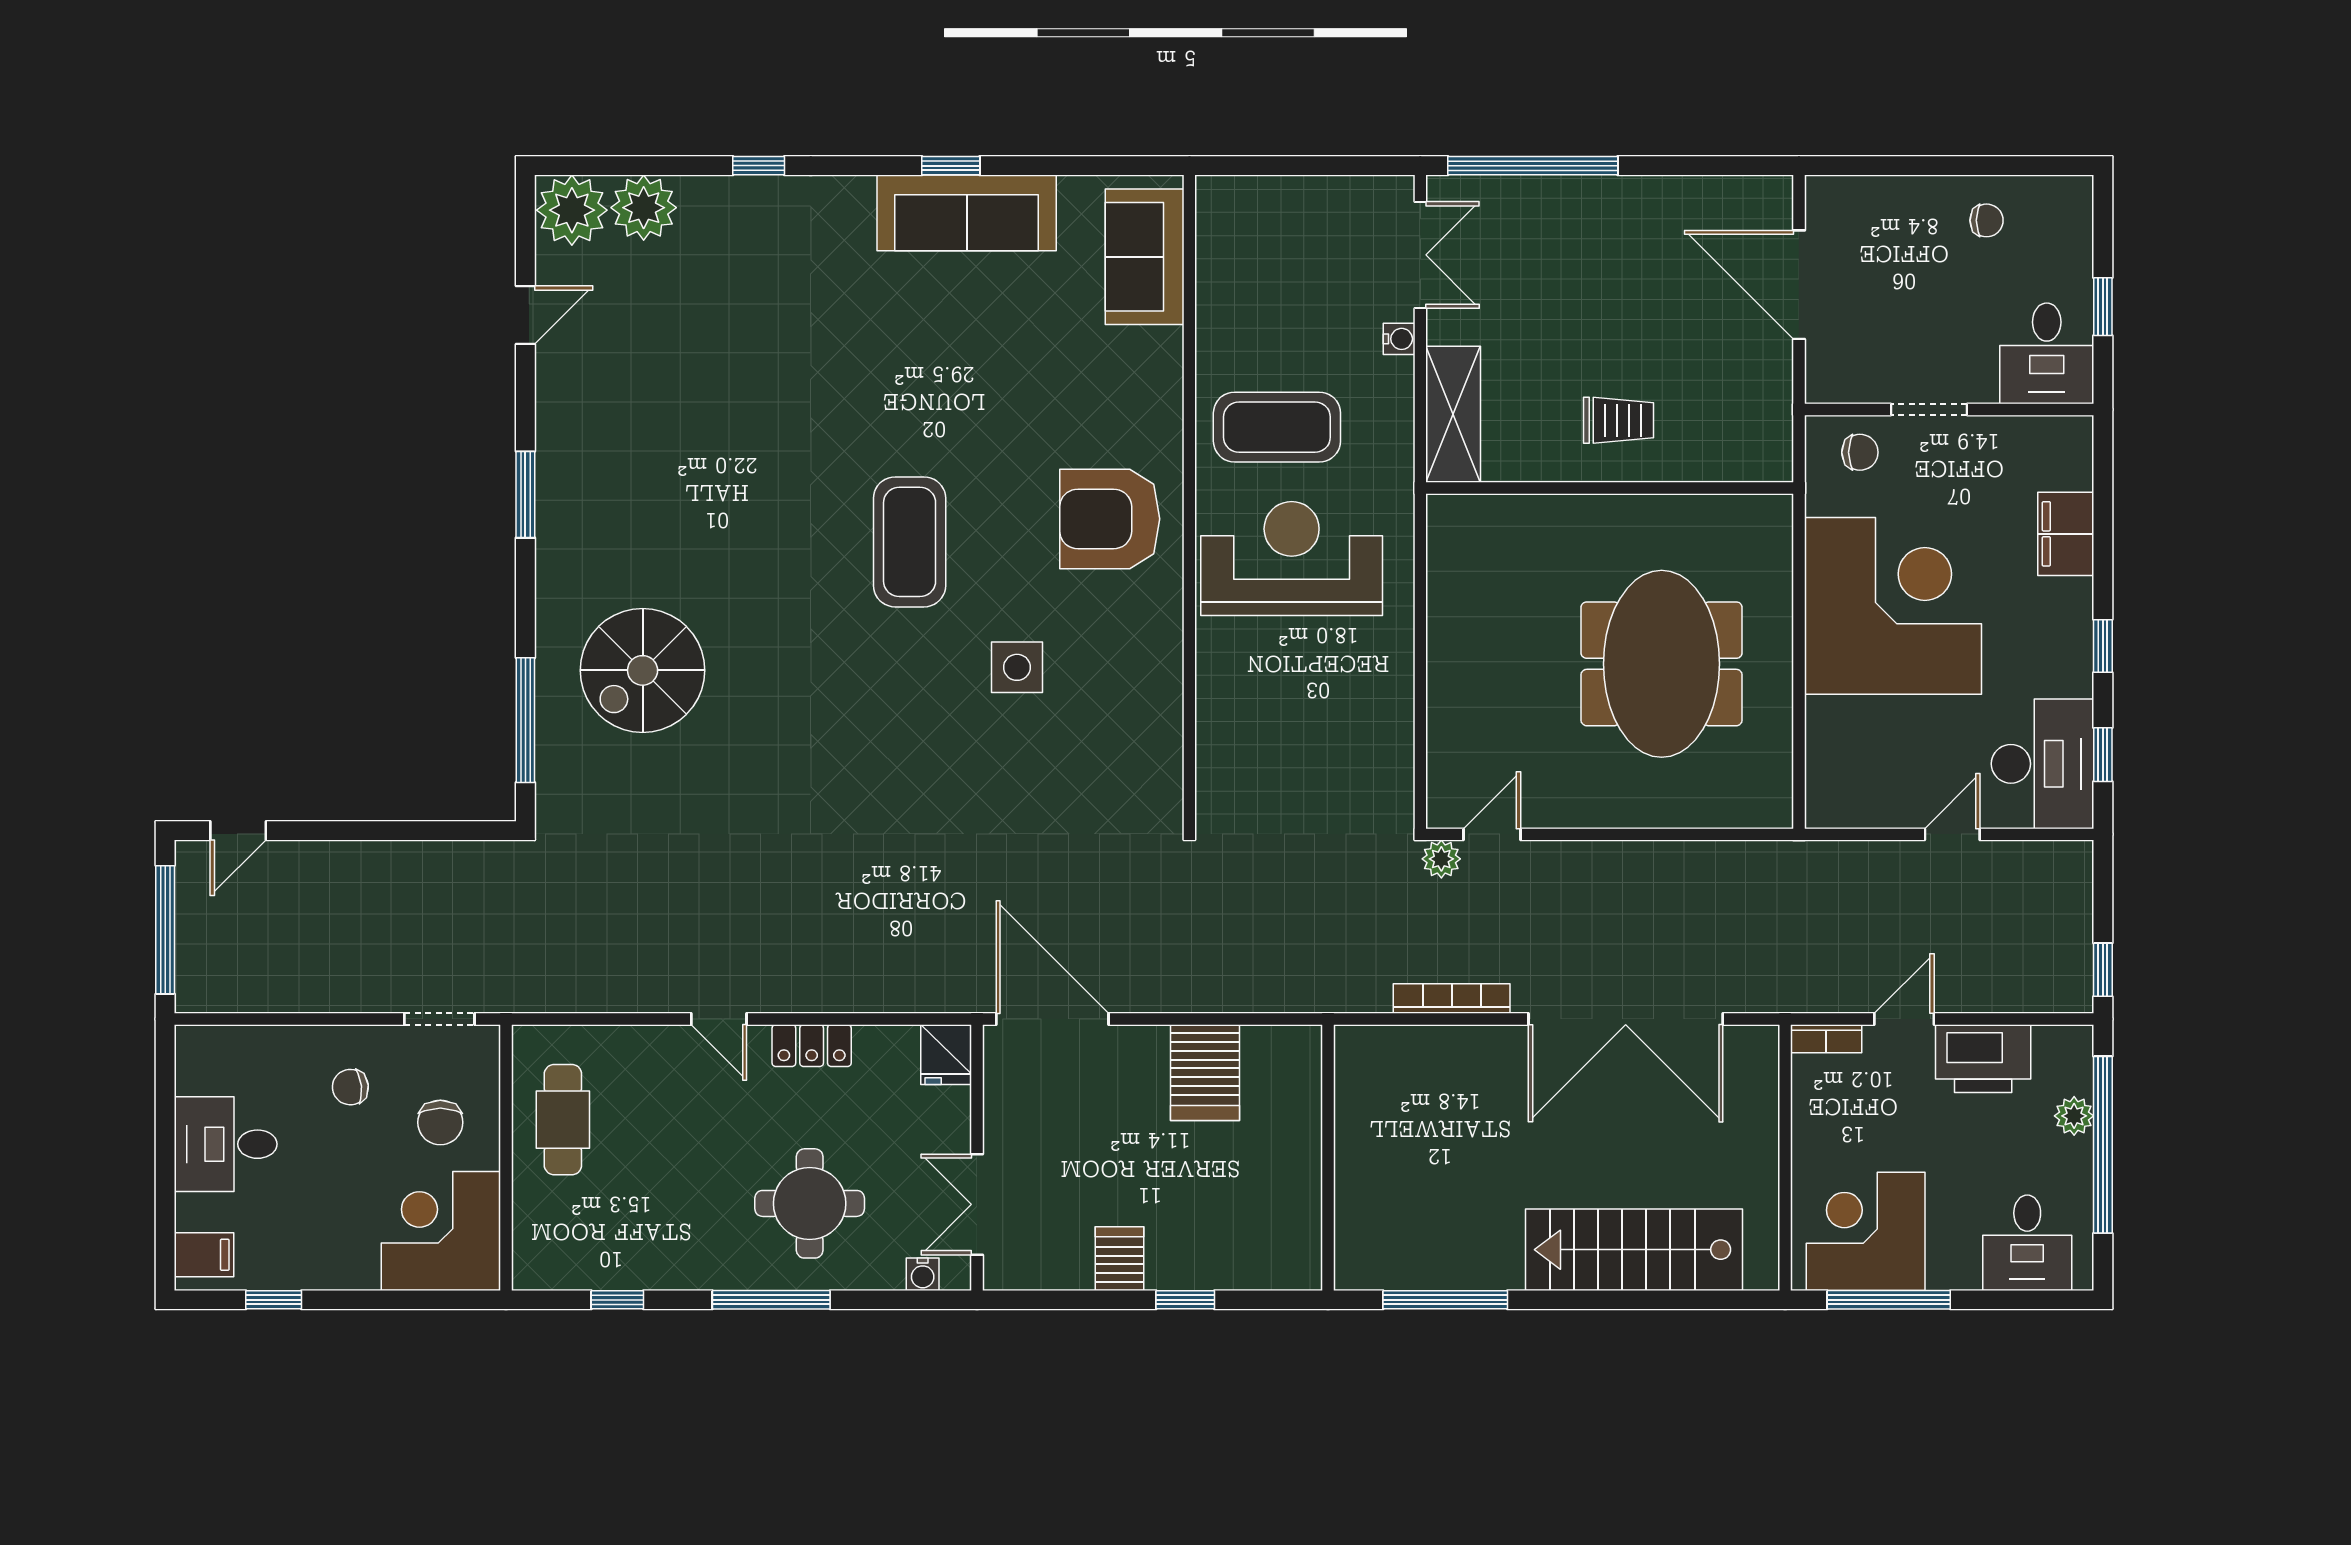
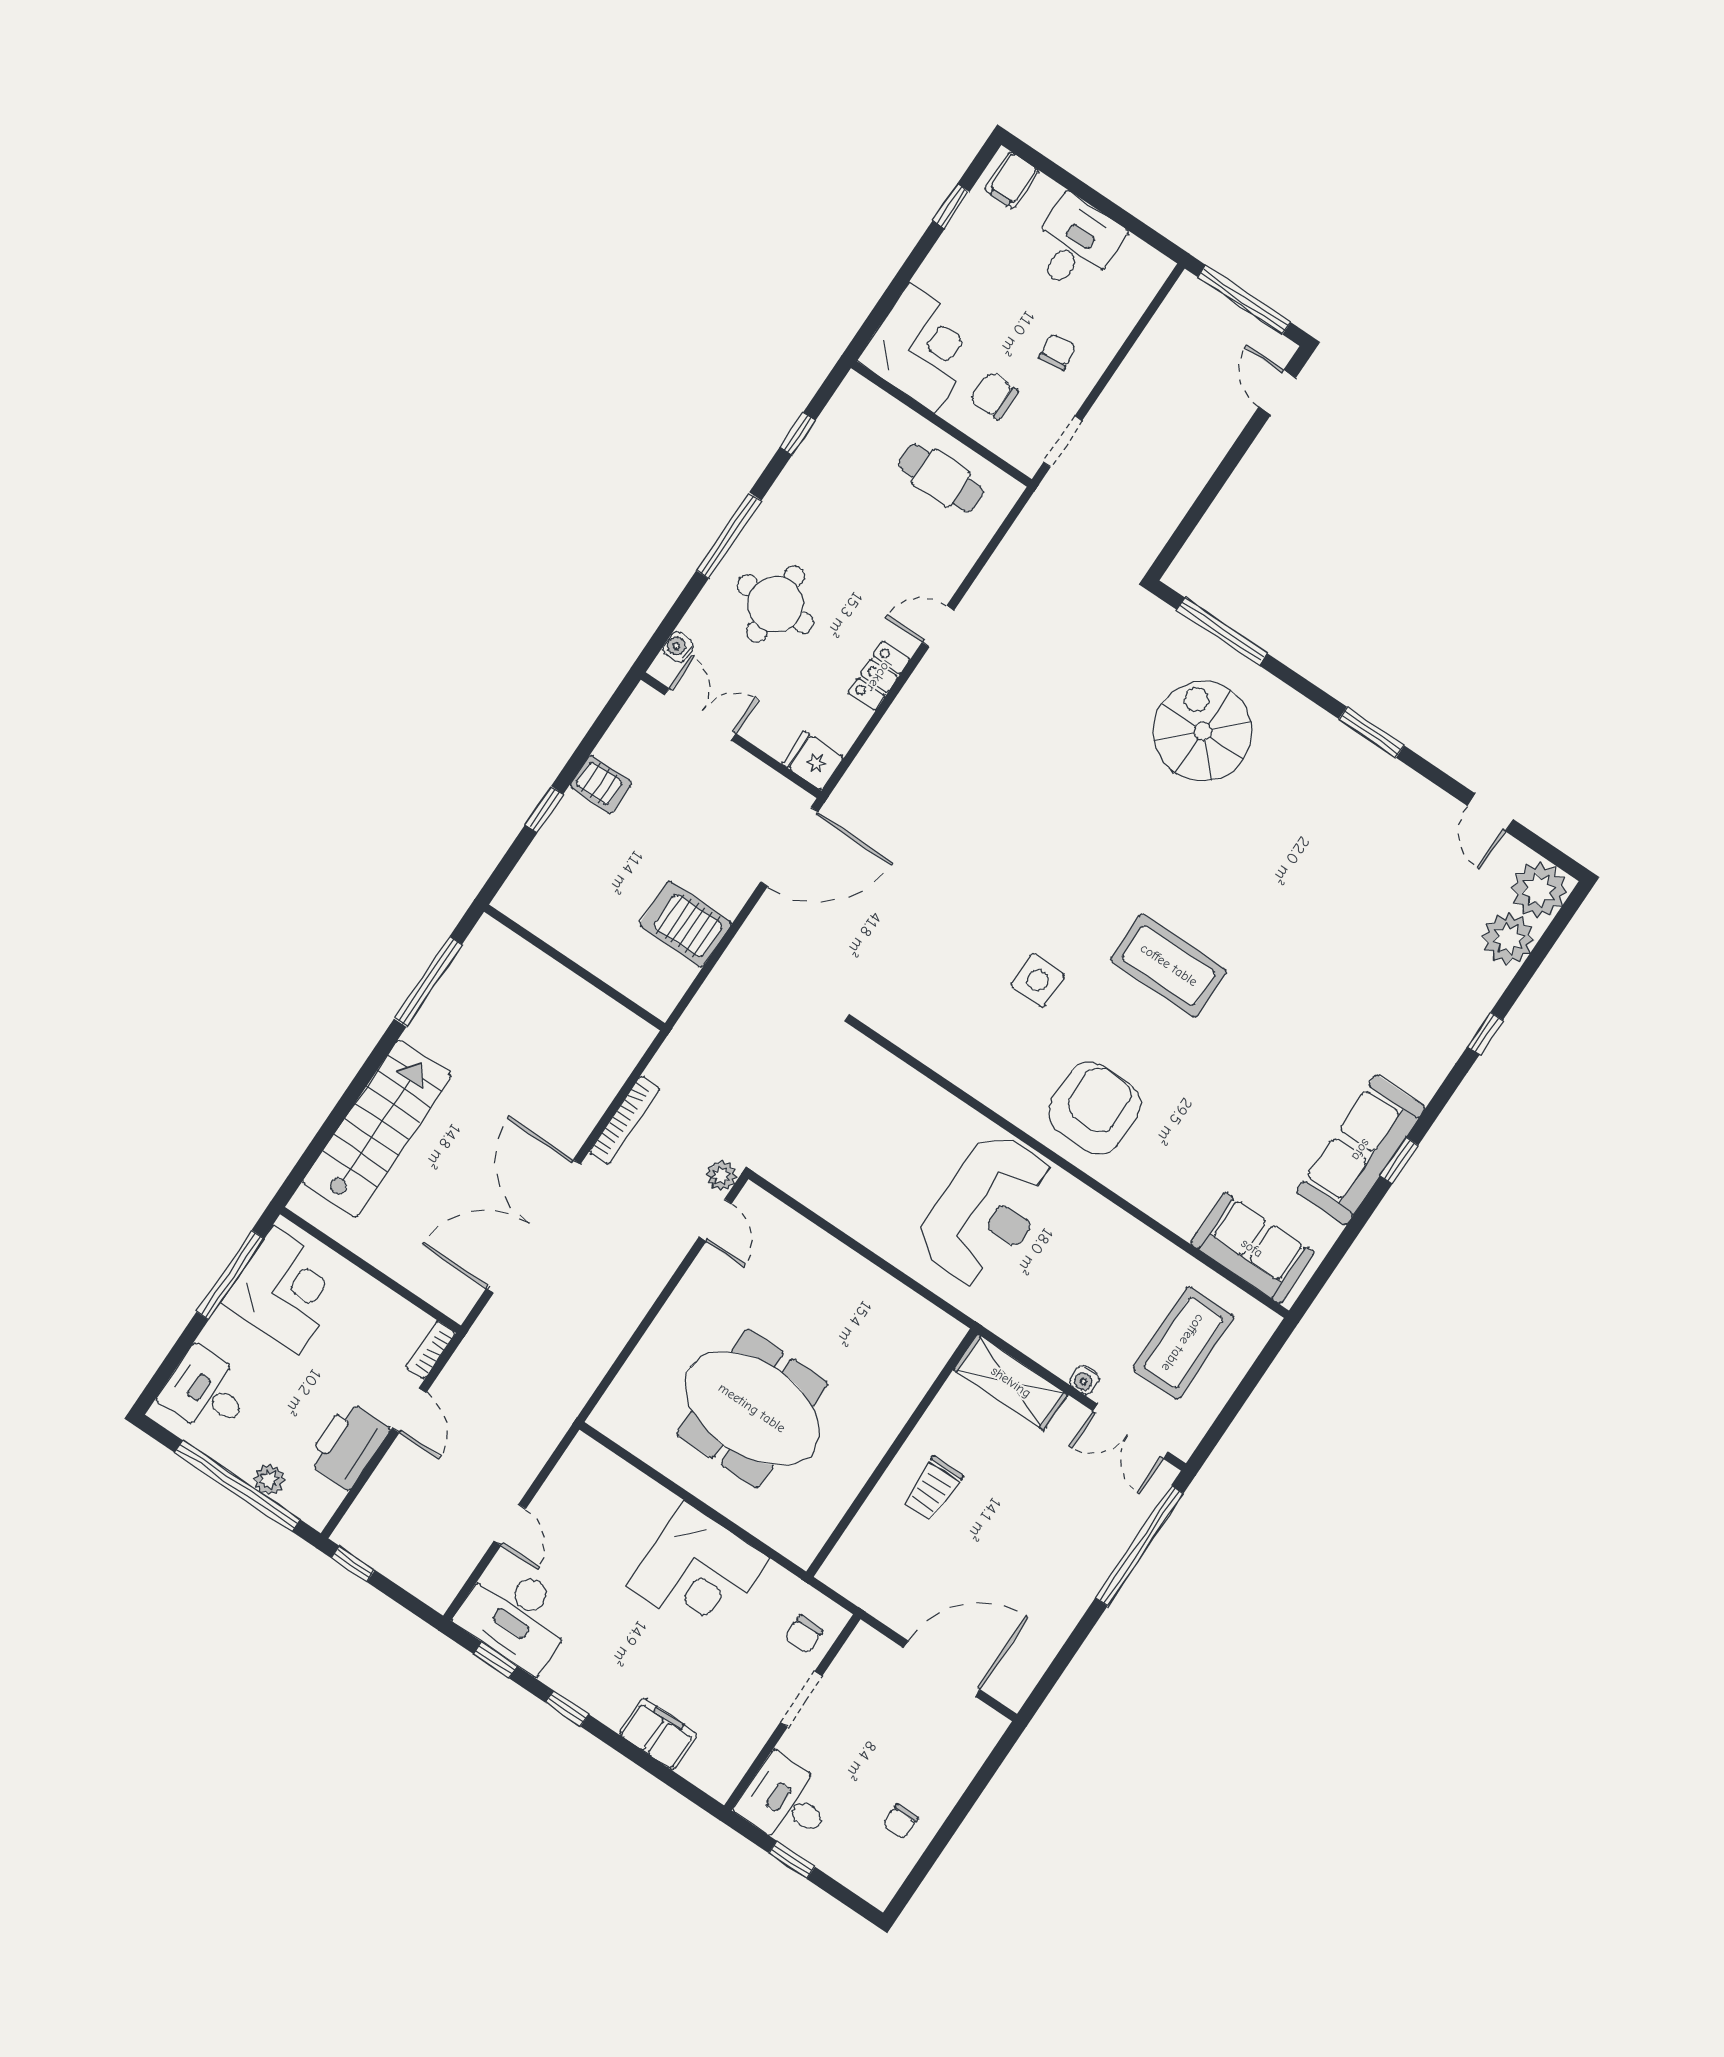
coffee table: (1277, 427) -> (1183, 1343), moved
corner desk: (1893, 606) -> (698, 1572), width x0.74, depth x0.74

